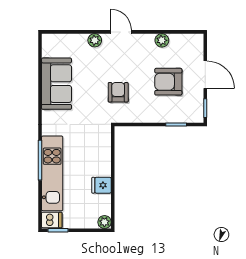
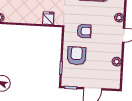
armchair: (168, 82) -> (77, 56), moved
fridge: (101, 185) -> (48, 18), moved

